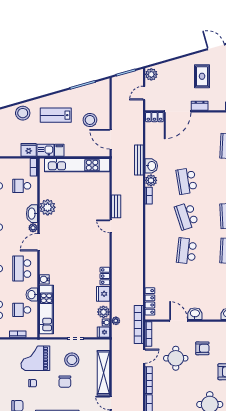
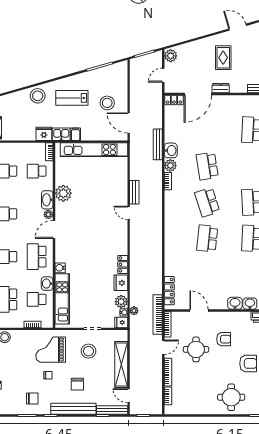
washbasin: (195, 314) -> (235, 303), moved
chair: (65, 382) -> (77, 384), moved

